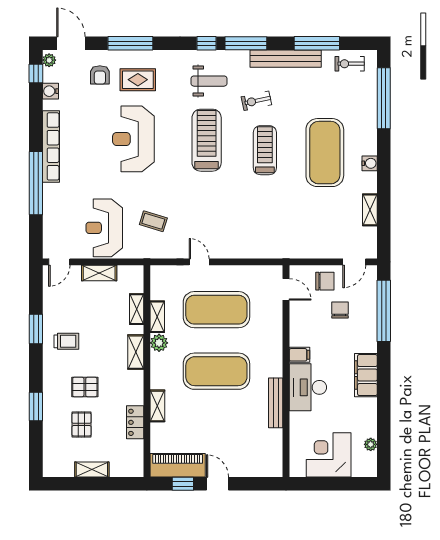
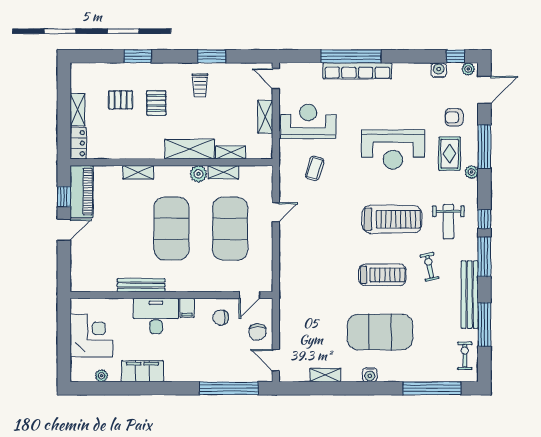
plant: (157, 57) -> (471, 172), added
reception desk: (133, 139) -> (393, 149), turned 180
row of seats: (51, 146) -> (357, 71), moved
chair: (340, 310) -> (221, 318), moved, turned 180
shelving: (136, 352) -> (190, 149), width x1.50, depth x1.33
filing cabinet: (366, 375) -> (142, 371), moved
locker: (135, 422) -> (78, 143), moved, turned 90

